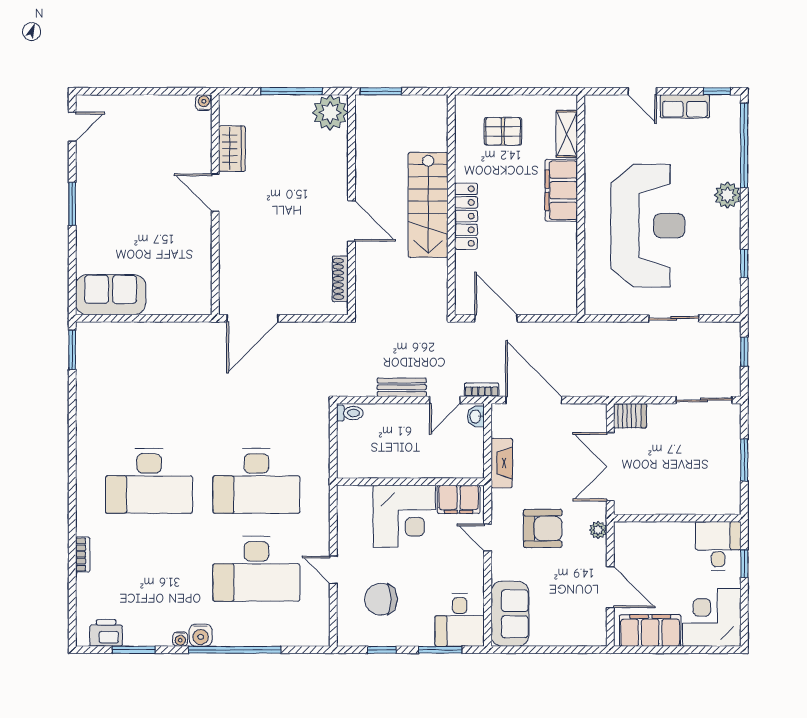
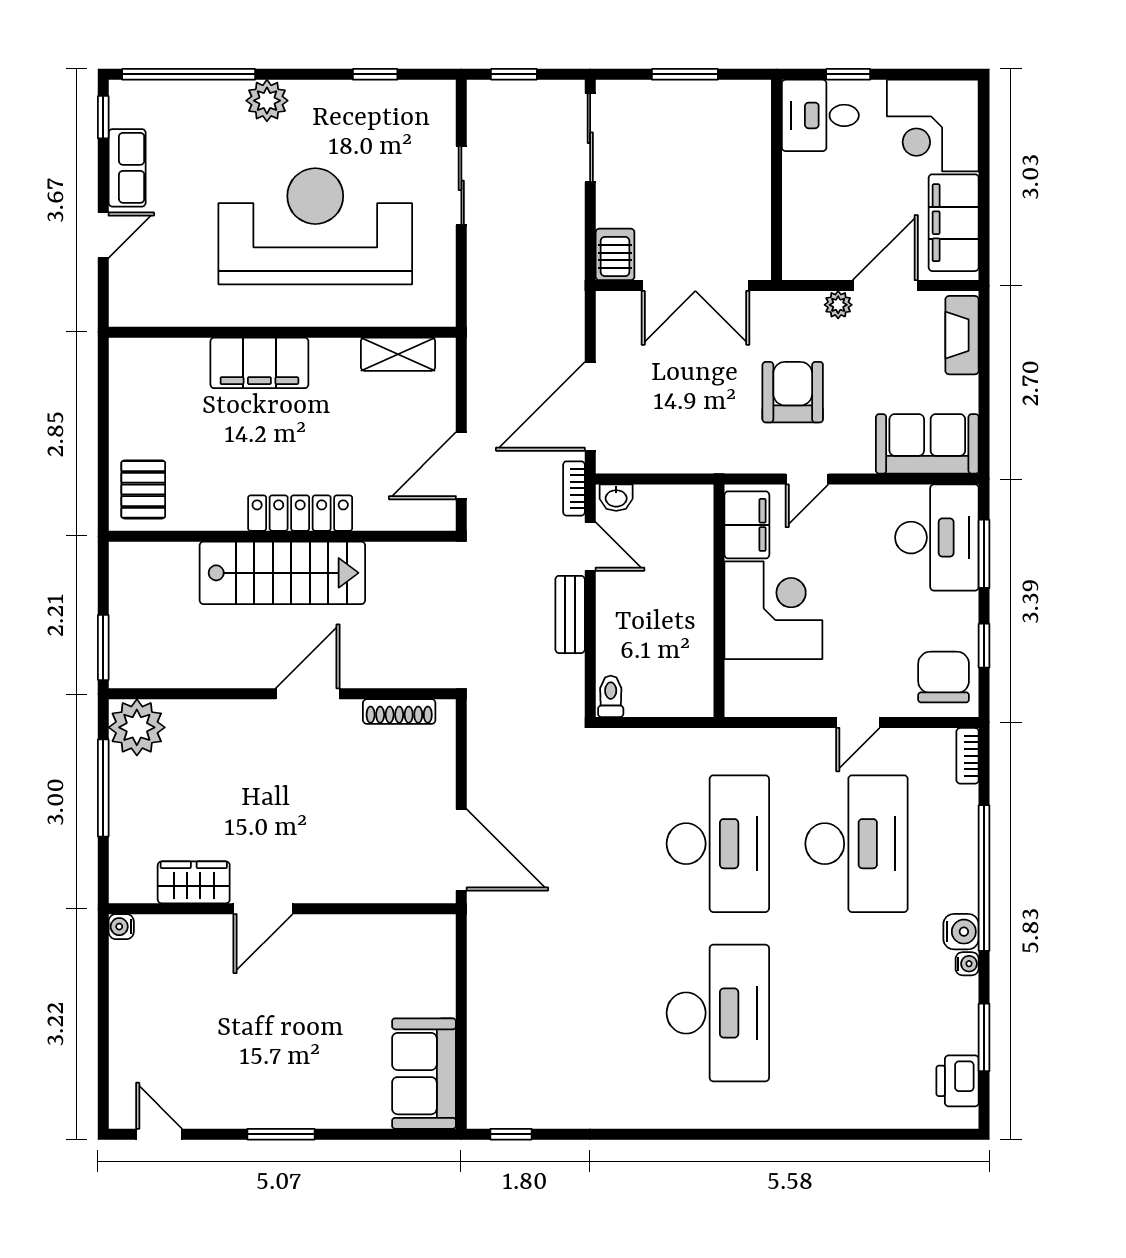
pallet: (503, 131) -> (143, 489), moved
shelving: (567, 134) -> (398, 354), moved
window: (72, 350) -> (511, 1134), width x0.67
fireplace: (502, 463) -> (962, 335), moved, turned -90
plant: (598, 530) -> (838, 305), moved
bookcase: (83, 555) -> (968, 756), moved, turned -90
chair: (381, 599) -> (944, 677), moved, turned 180
desk: (460, 620) -> (937, 538), width x1.37

